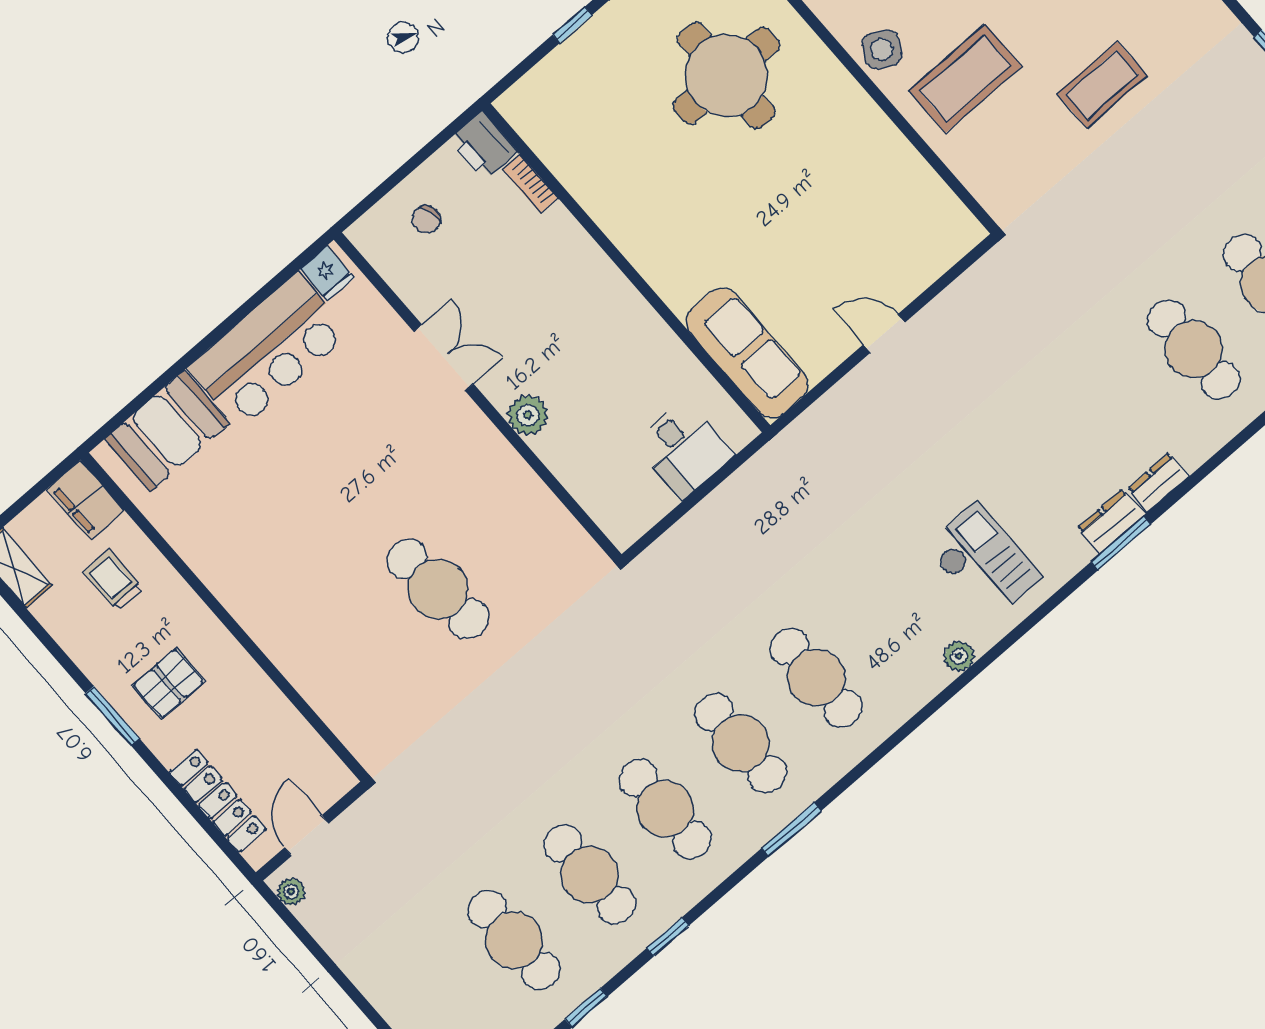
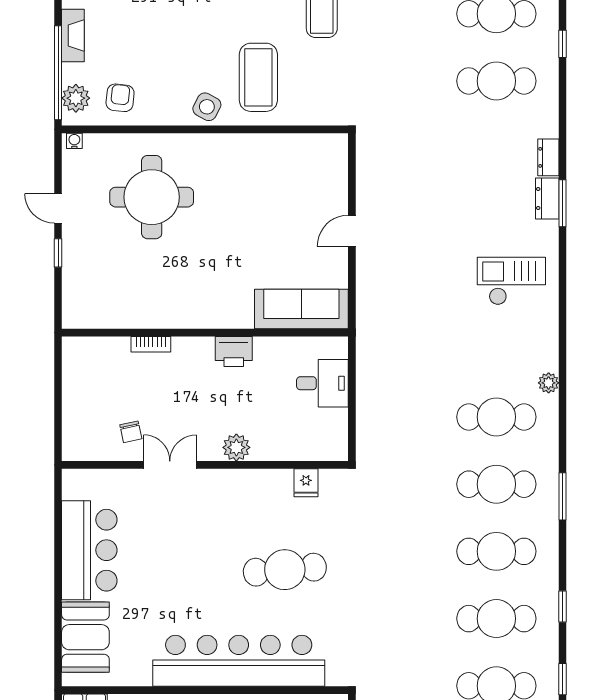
printer: (483, 146) -> (234, 351), moved
bookcase: (530, 184) -> (151, 344), moved
chair: (426, 220) -> (131, 432), moved
fridge: (327, 273) -> (306, 483), moved, turned 90
bar counter: (290, 626) -> (239, 661), added
plant: (959, 656) -> (549, 383), moved

